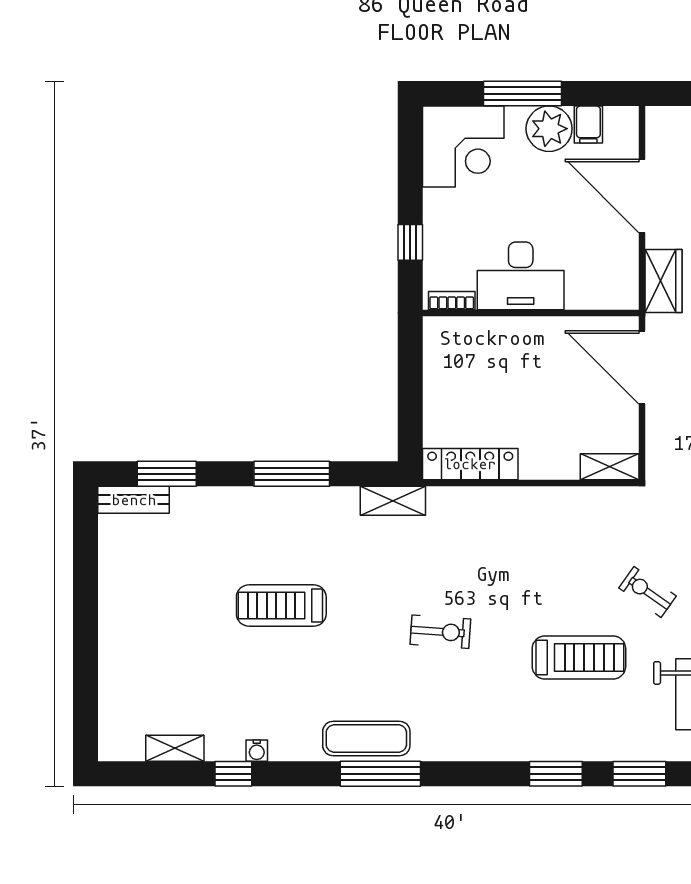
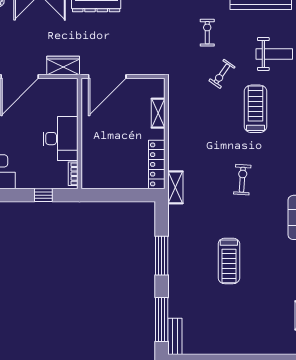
shelving: (610, 467) -> (158, 113), moved
window: (167, 474) -> (162, 319), width x1.44
shelving: (393, 501) -> (175, 187), moved

